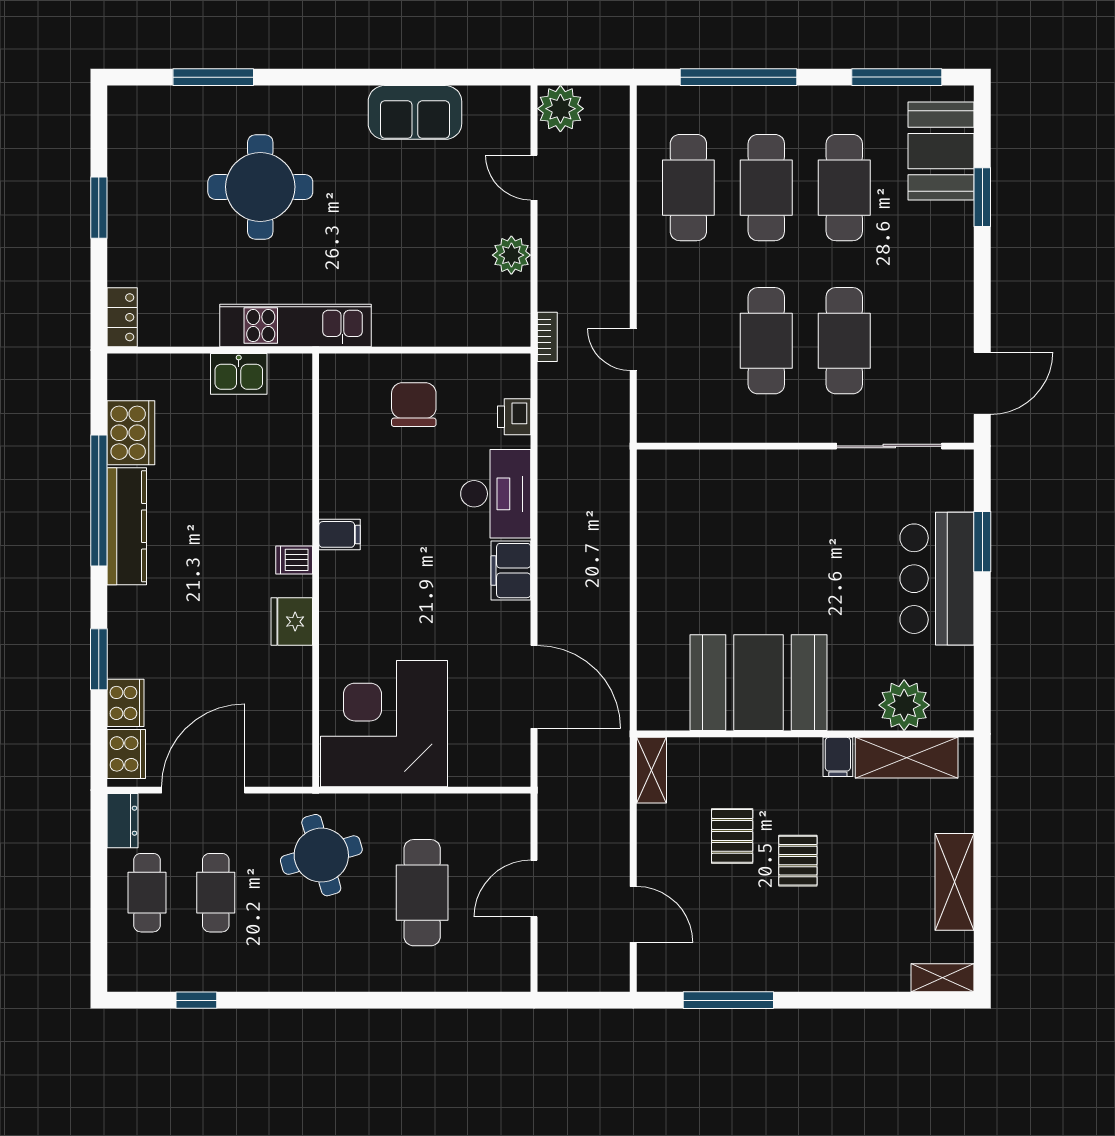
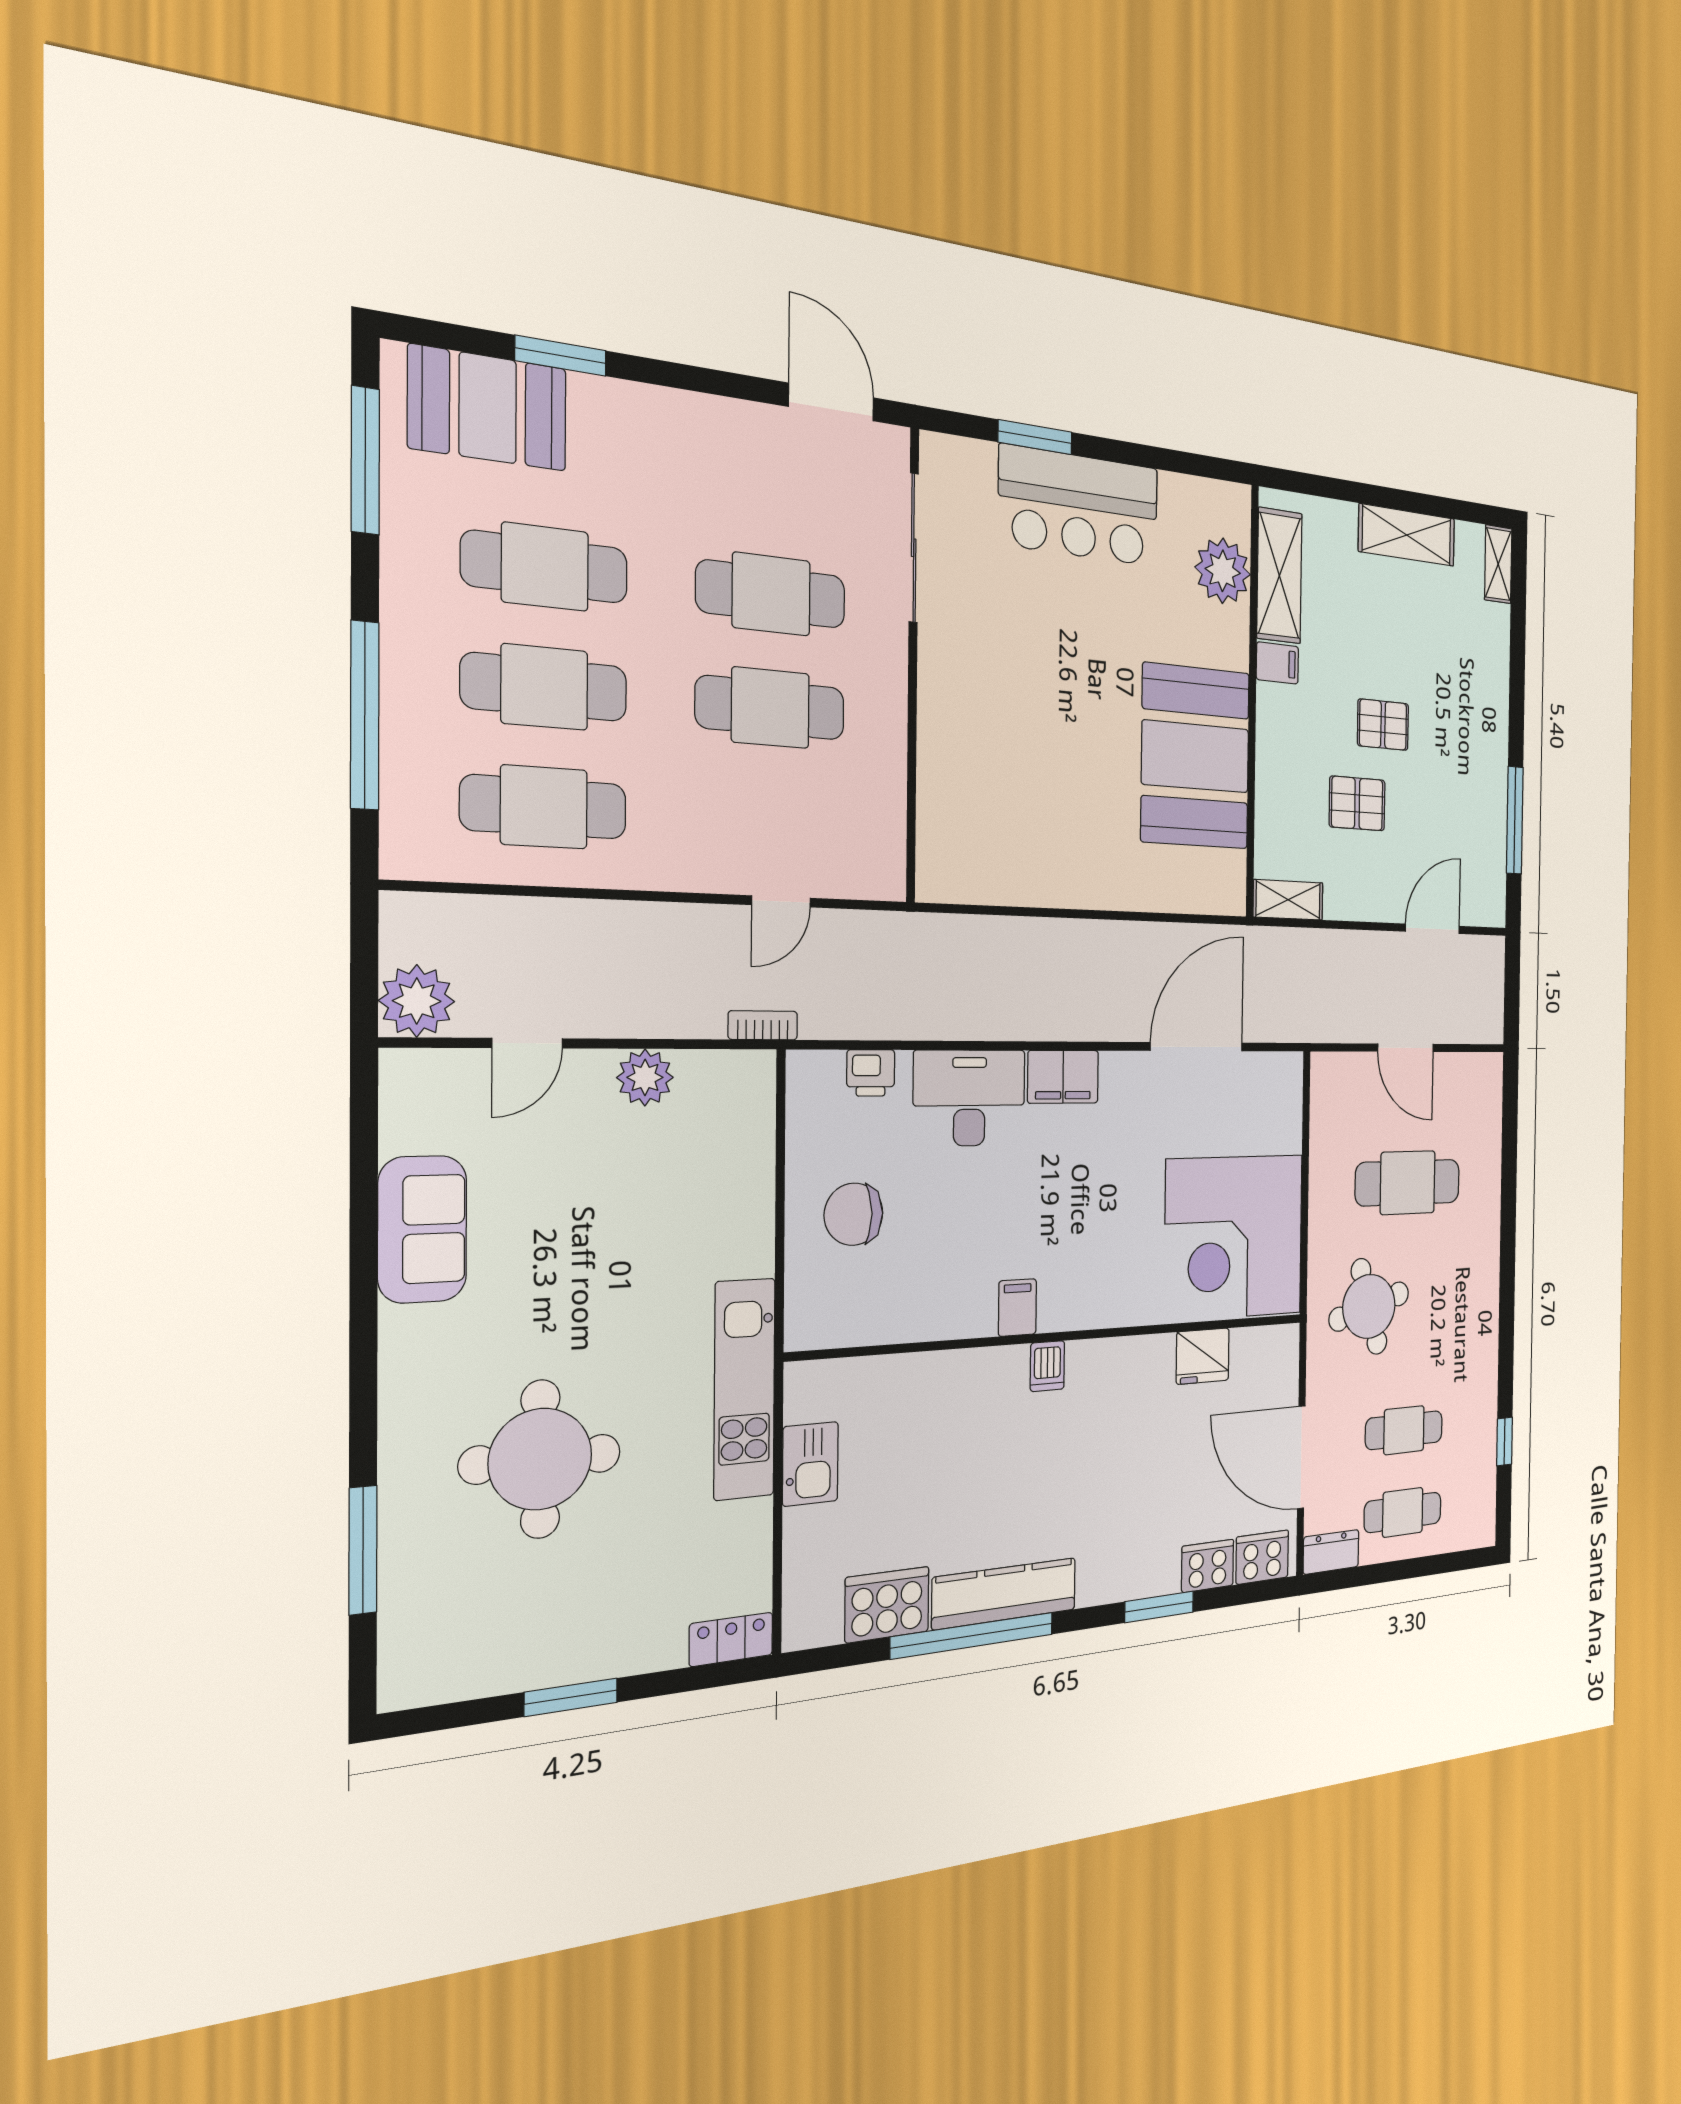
fridge: (292, 622) -> (1203, 1356), moved

